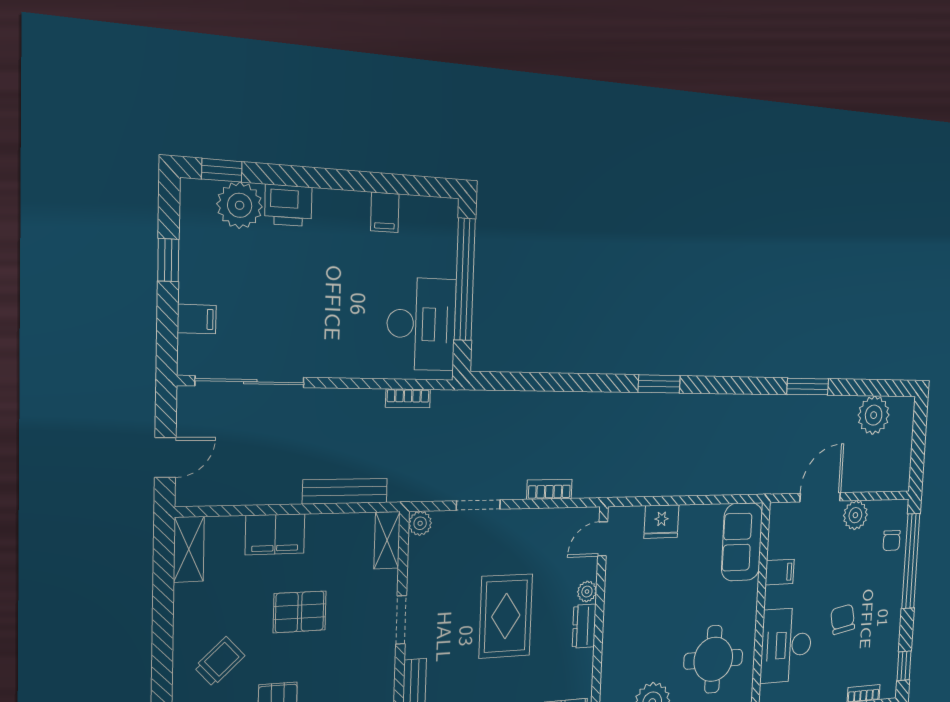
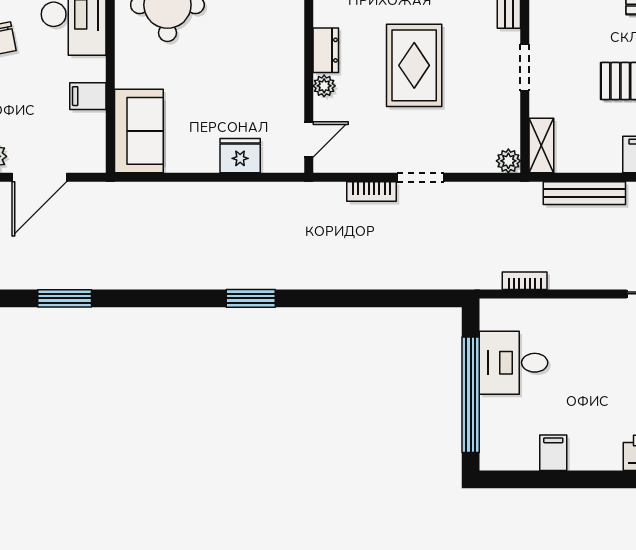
desk: (421, 324) -> (514, 363), width x0.73
doorway: (478, 505) -> (420, 177), moved

